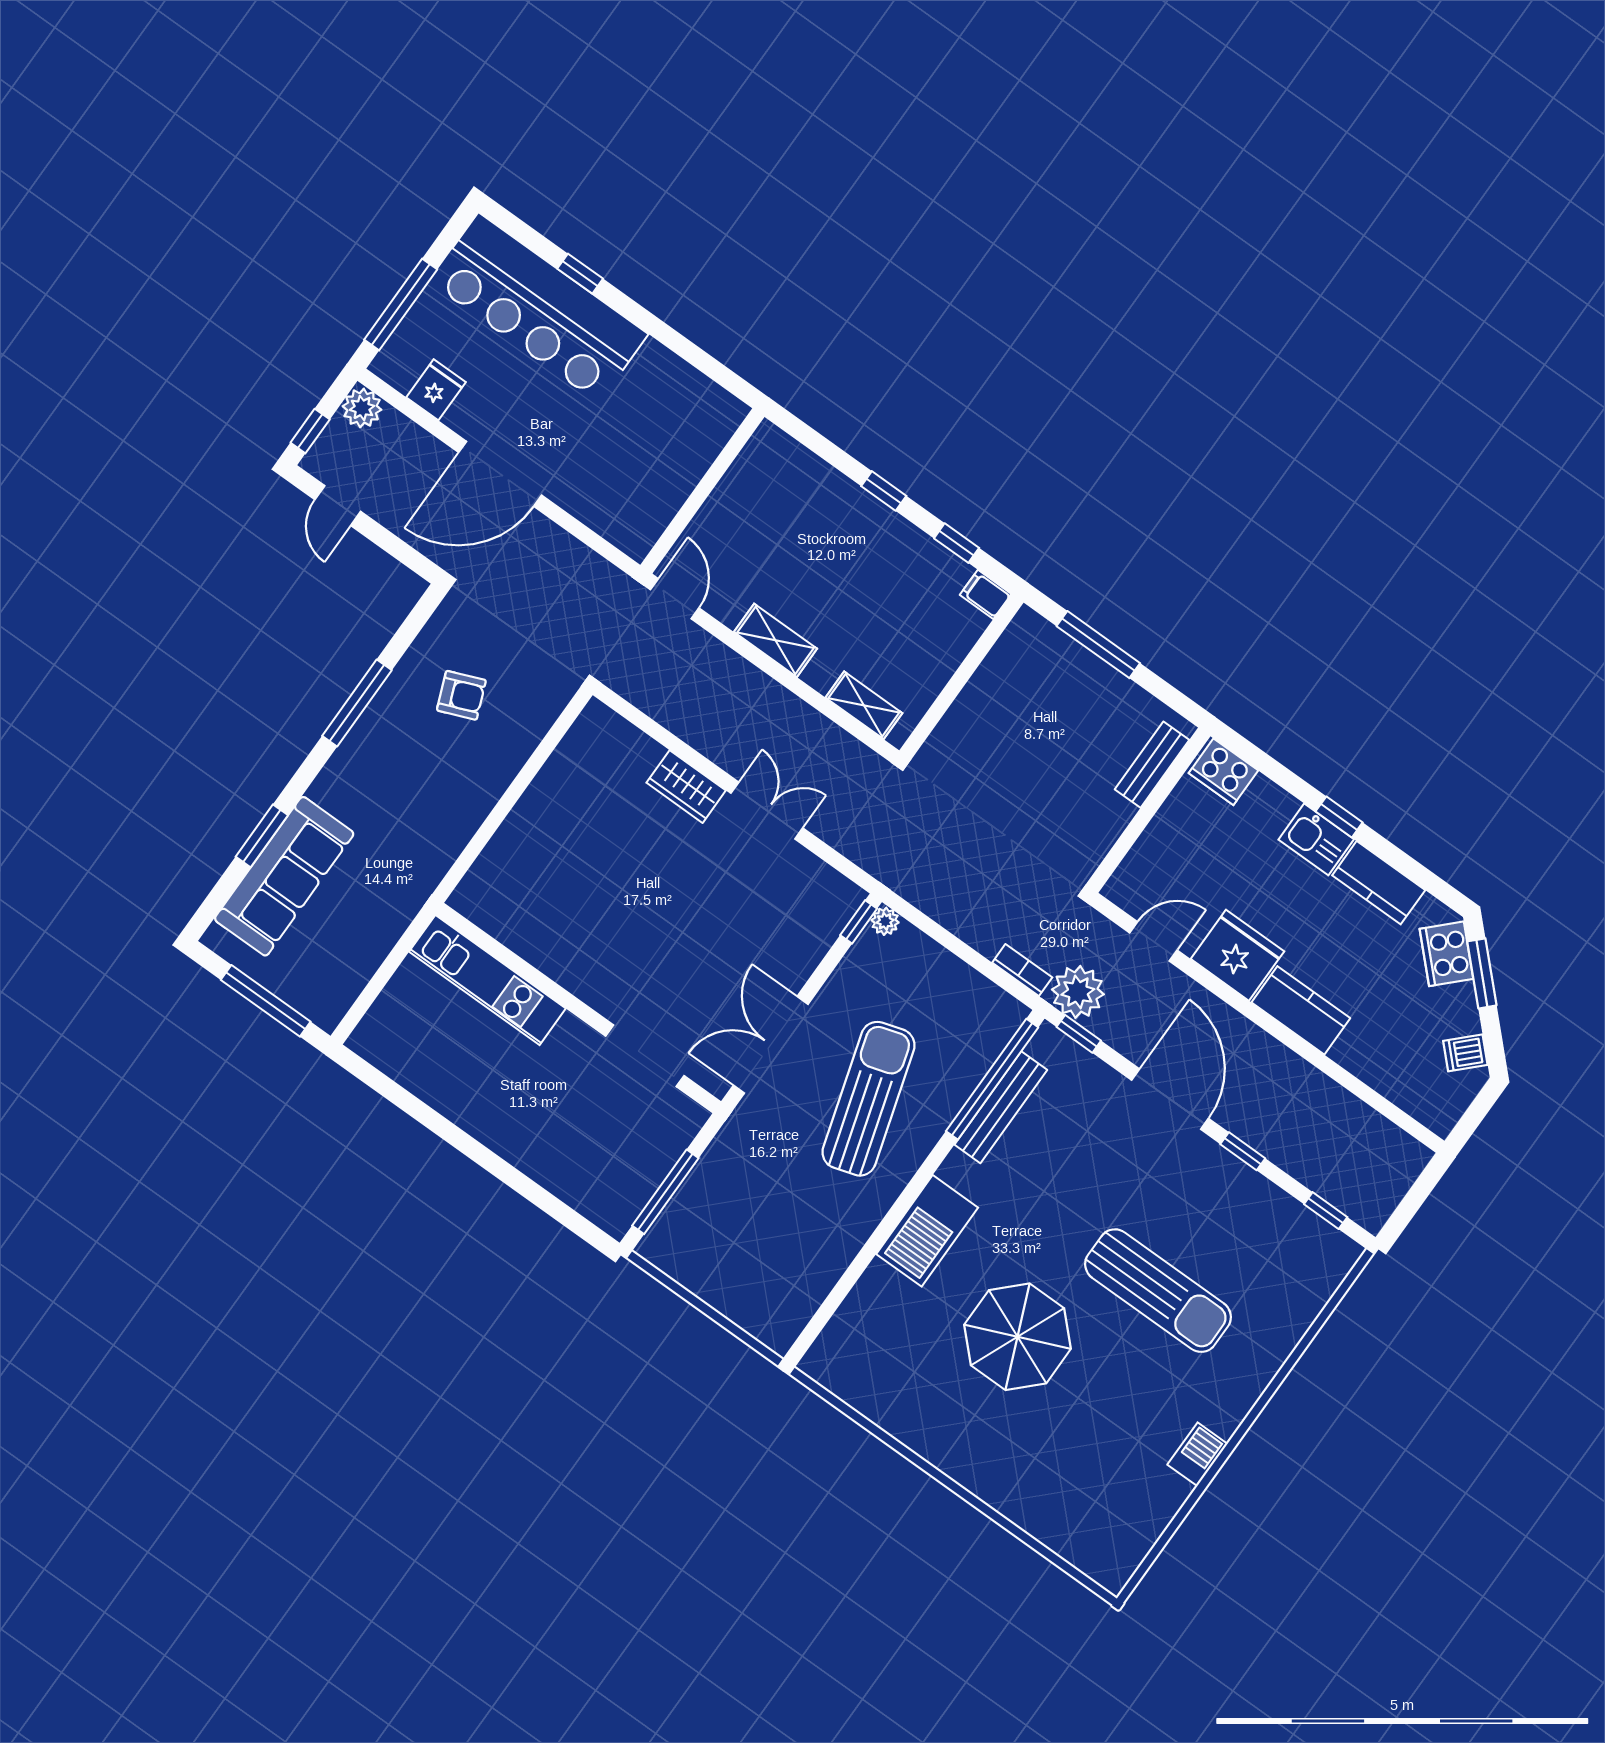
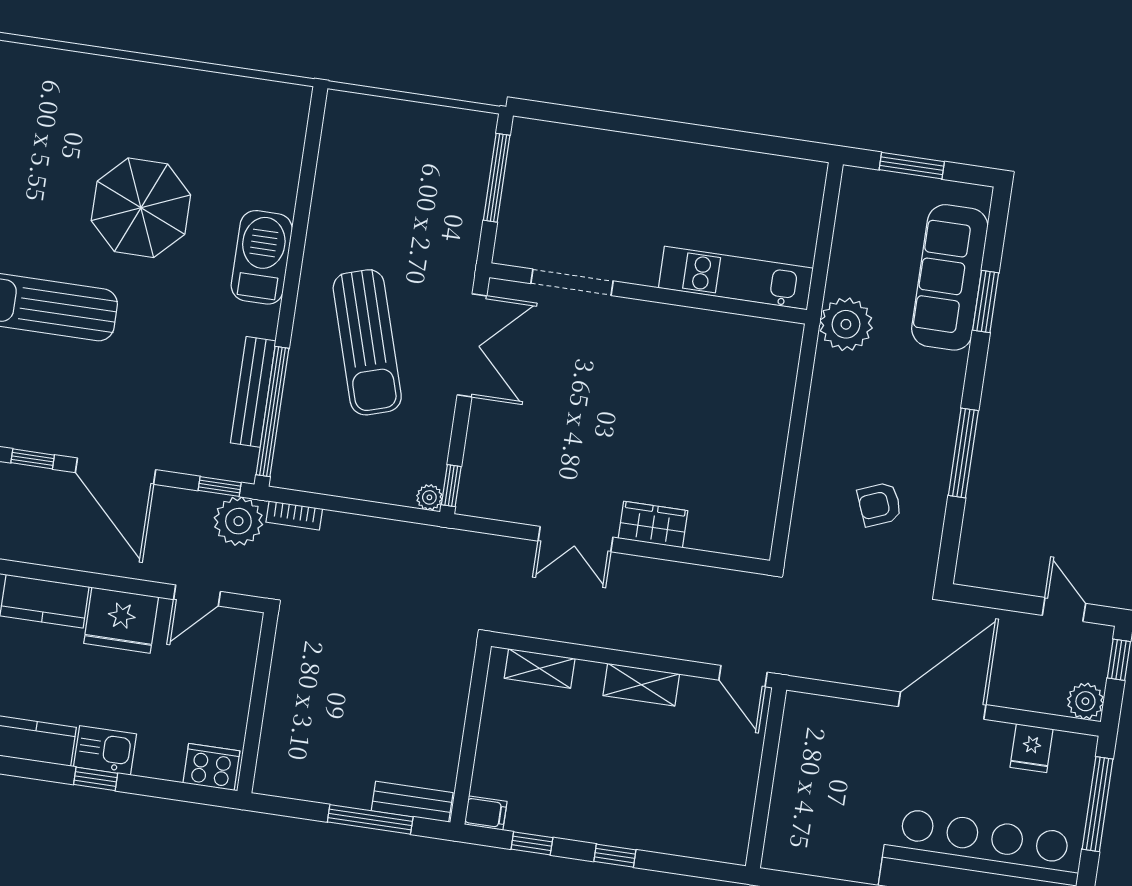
bench: (1152, 765) -> (412, 802), moved, turned 90
plant: (405, 882) -> (846, 324), added
window: (266, 1001) -> (912, 166), width x0.69

